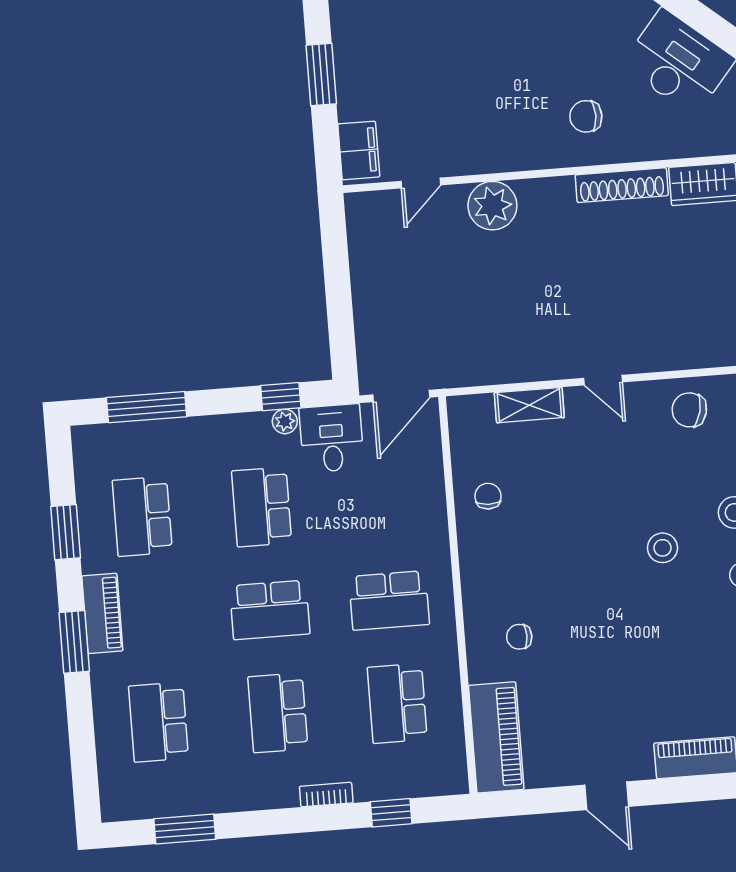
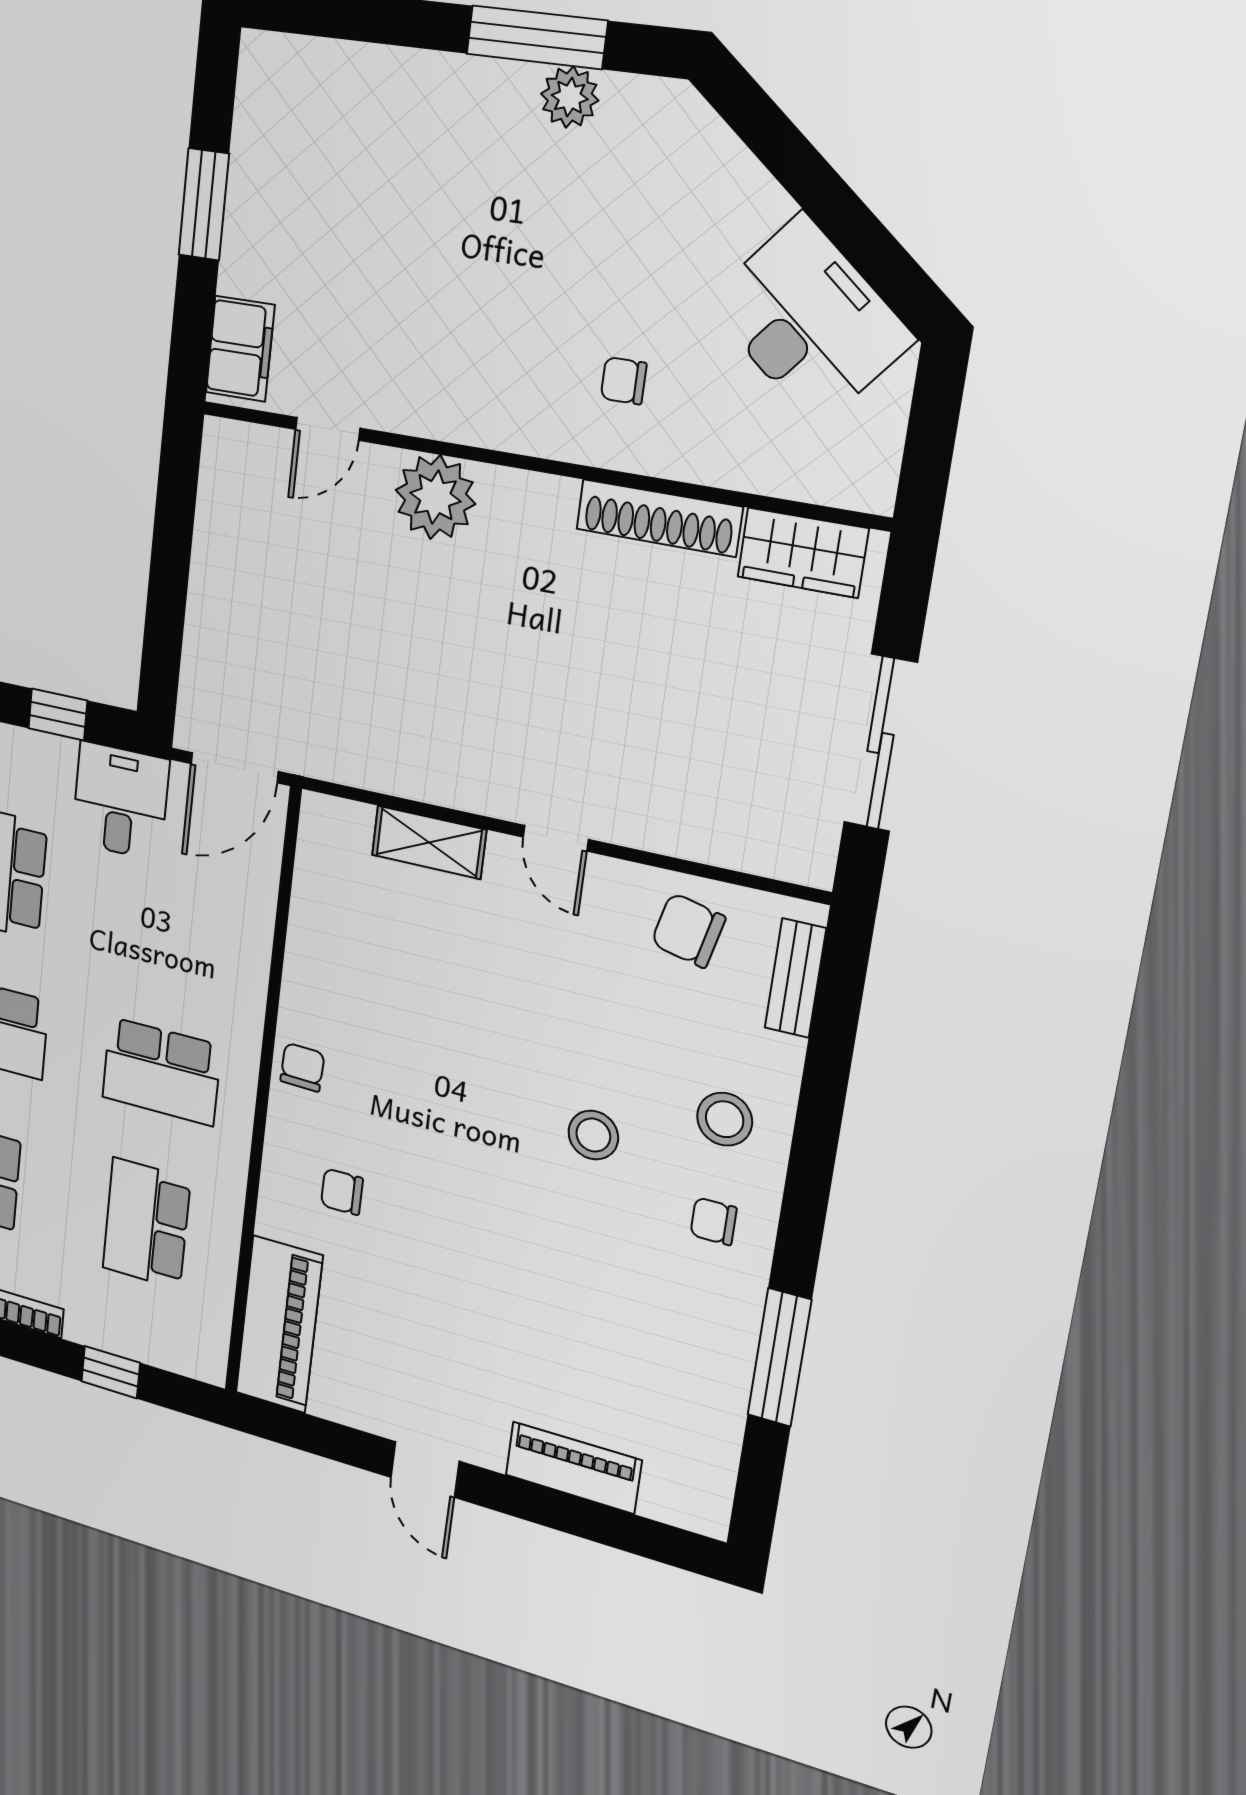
chair: (586, 116) -> (624, 381), width x0.73, depth x0.73
plant: (285, 421) -> (57, 754), removed
chair: (488, 496) -> (302, 1067), moved

